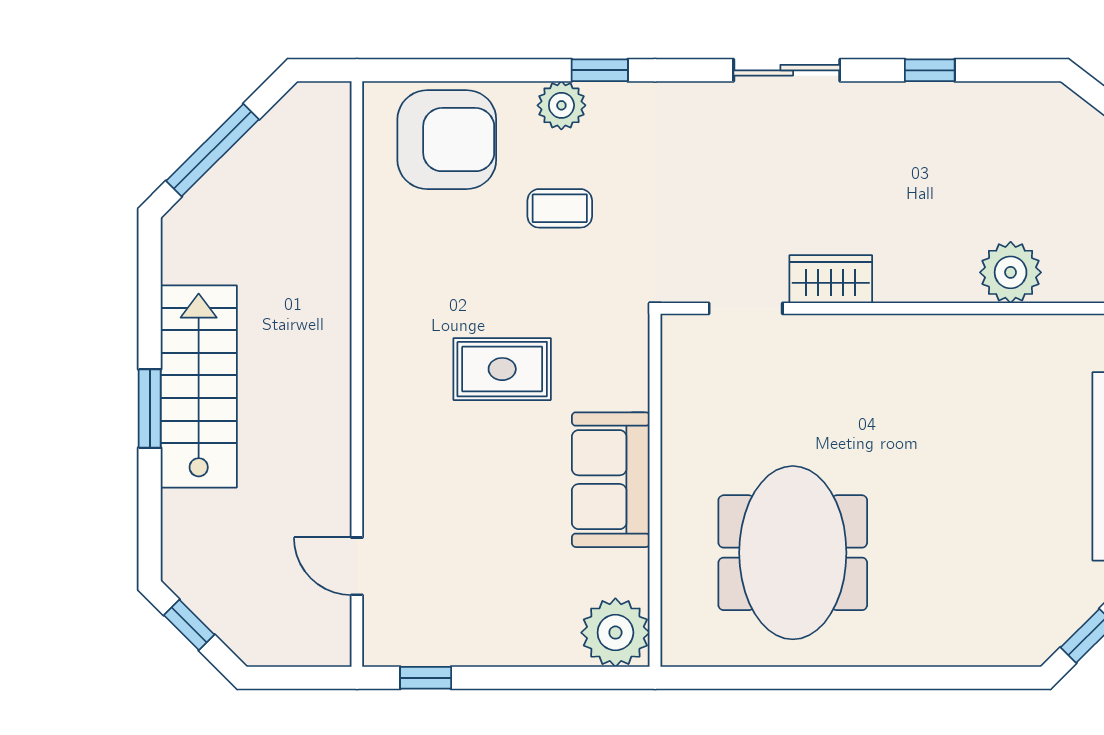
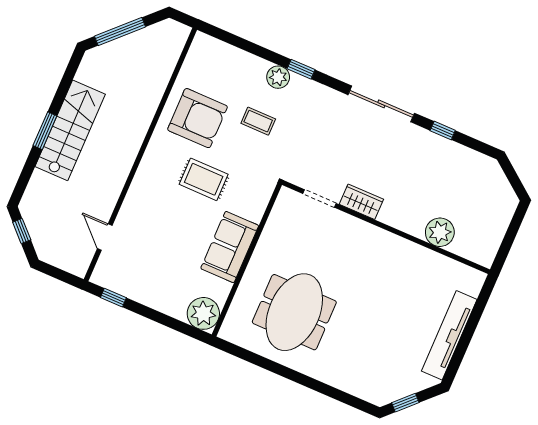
sliding door: (787, 70) -> (381, 104), width x1.37
armchair: (447, 140) -> (198, 118), moved

